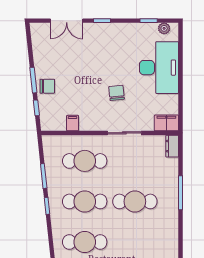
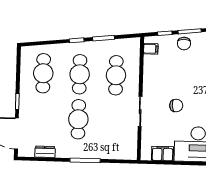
filing cabinet: (73, 123) -> (151, 49), moved
filing cabinet: (166, 123) -> (163, 154), moved, turned -90
dresser: (172, 146) -> (45, 152), moved

